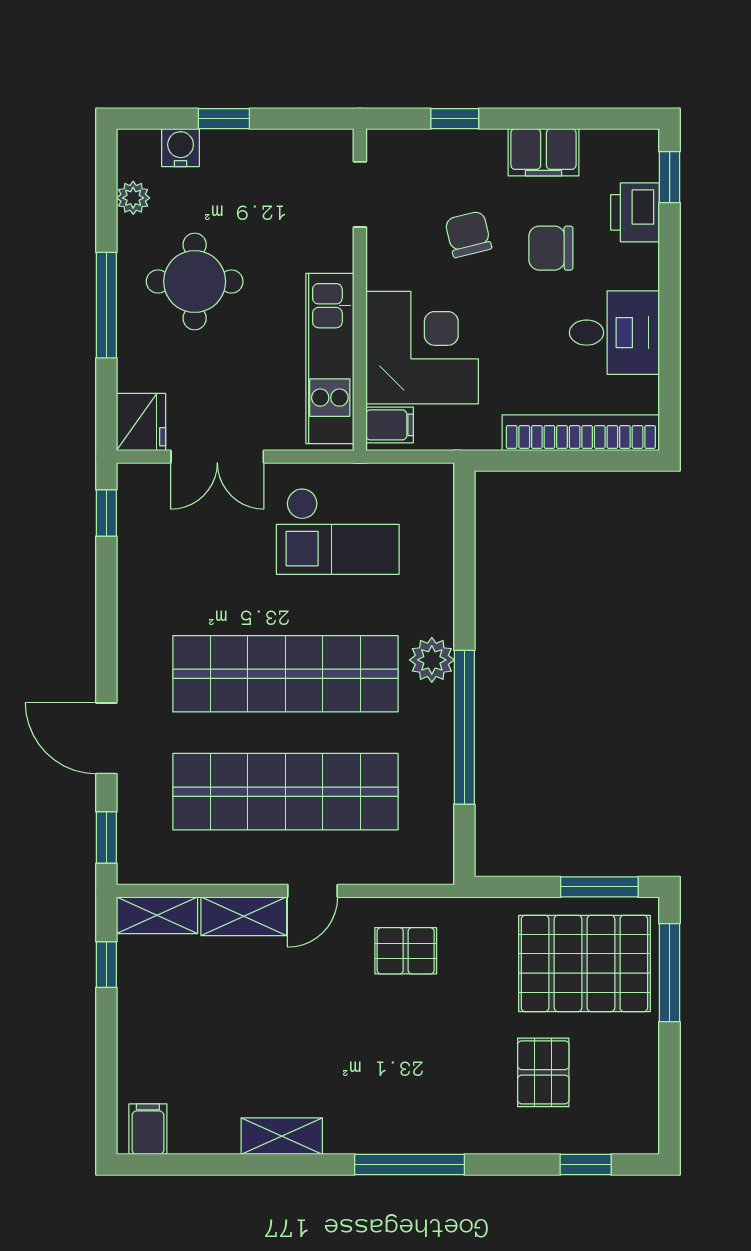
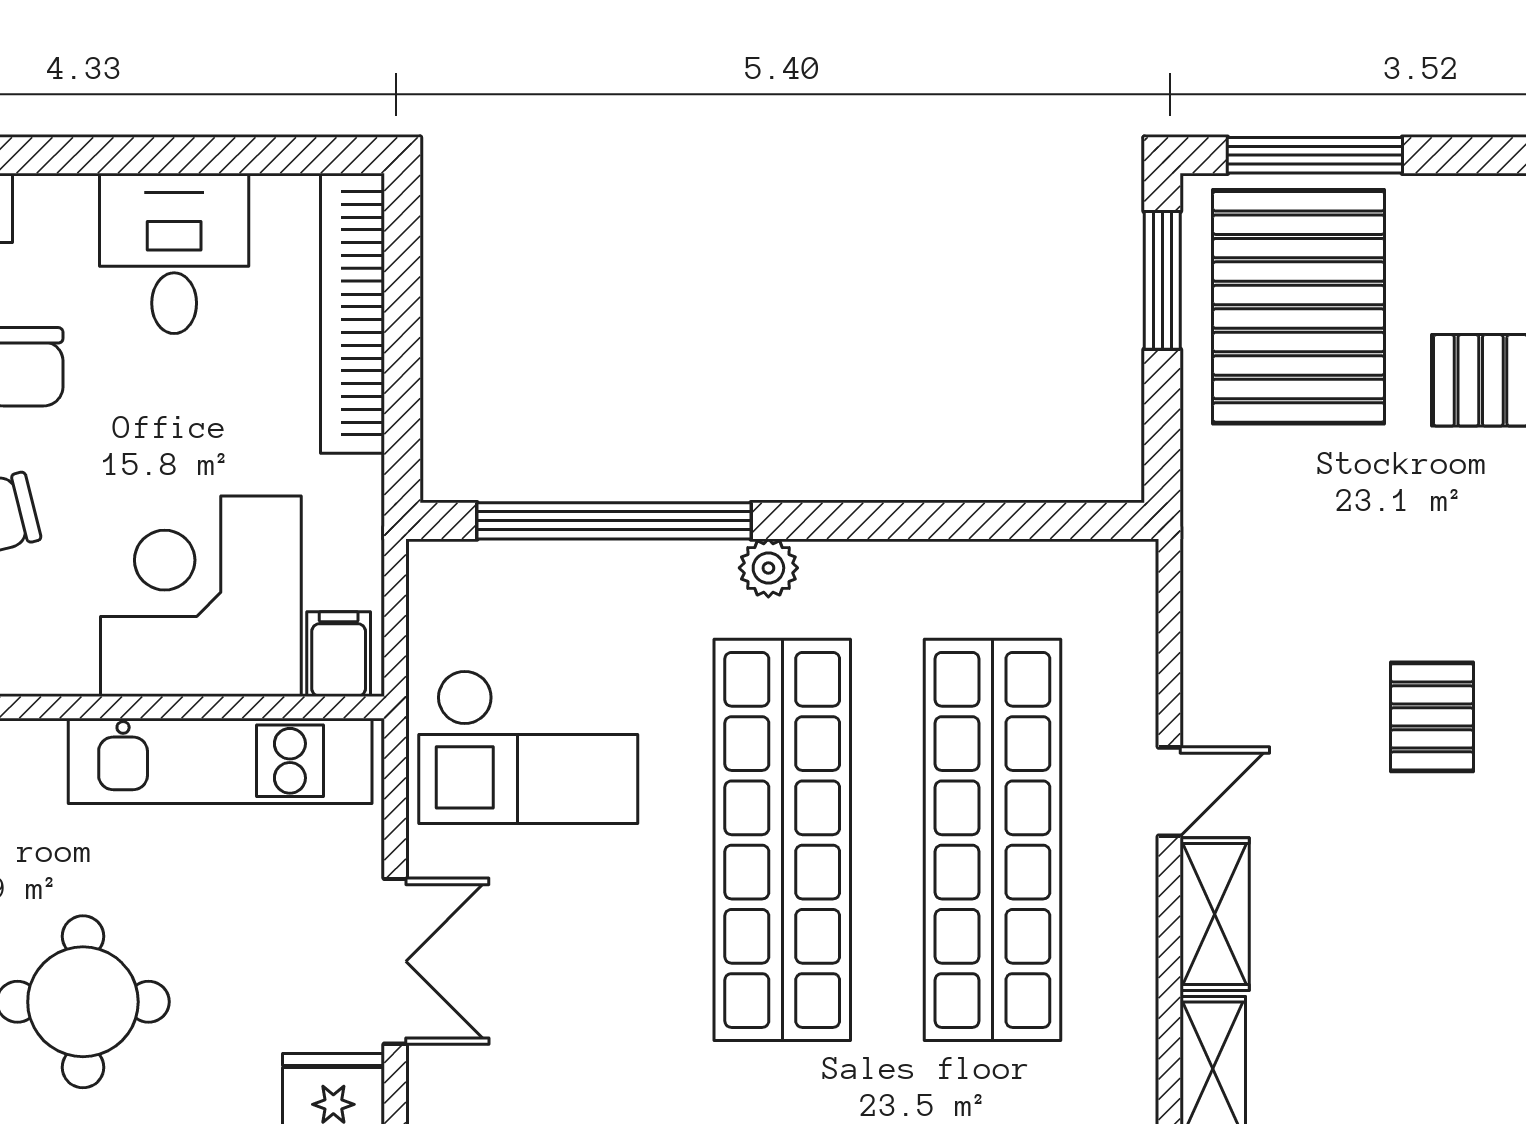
checkout: (338, 531) -> (528, 747), turned 90
plant: (432, 660) -> (768, 568), width x0.73, depth x0.73
window: (464, 727) -> (614, 521), moved
door: (313, 891) -> (1169, 792), hinge flipped
pallet: (406, 951) -> (1432, 717), moved

